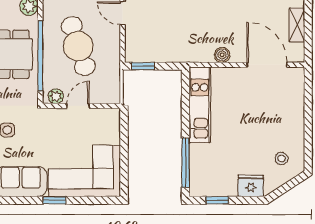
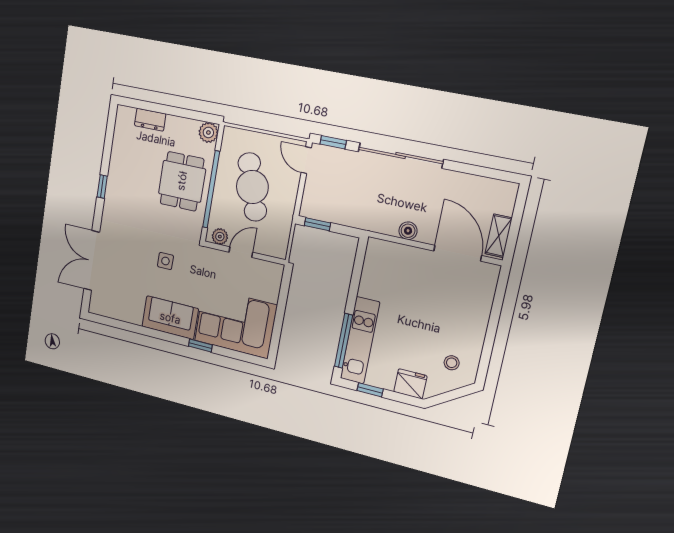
shelving: (297, 25) -> (499, 236), moved
kitchen unit: (200, 105) -> (360, 340), moved

